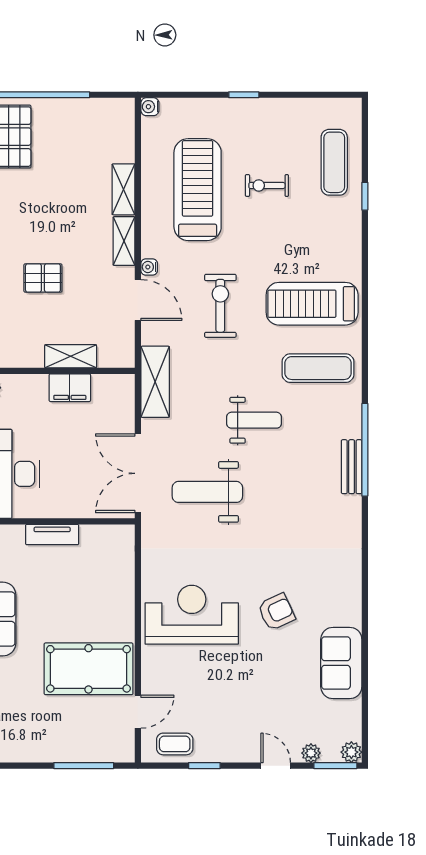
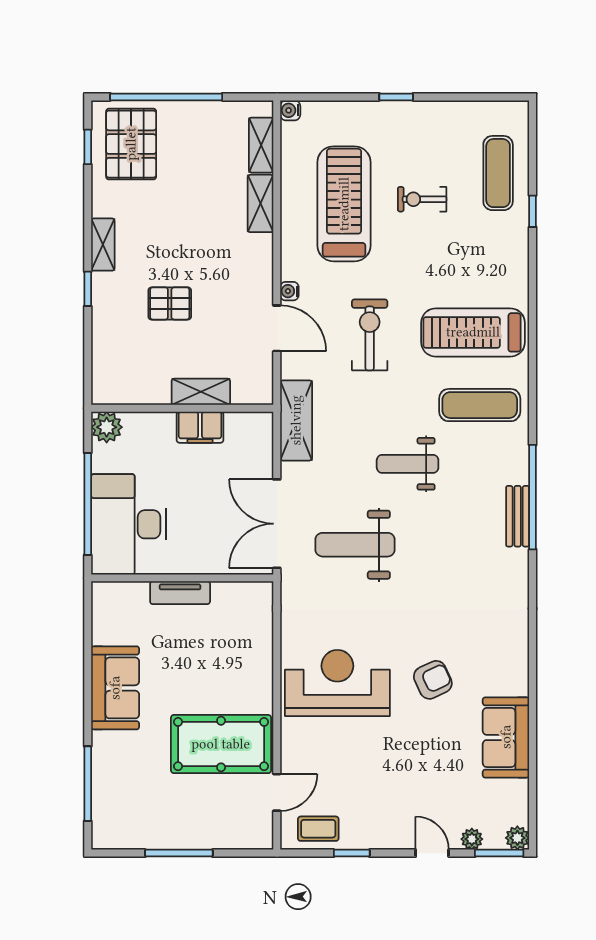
shelving: (124, 241) -> (261, 145), moved
weight bench: (254, 420) -> (408, 464), turned 180
window: (84, 766) -> (179, 853), moved

